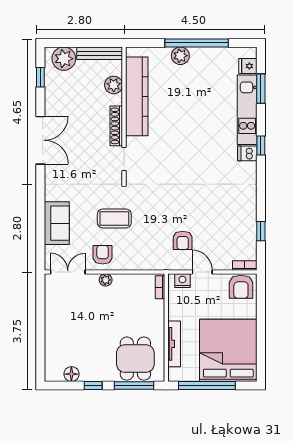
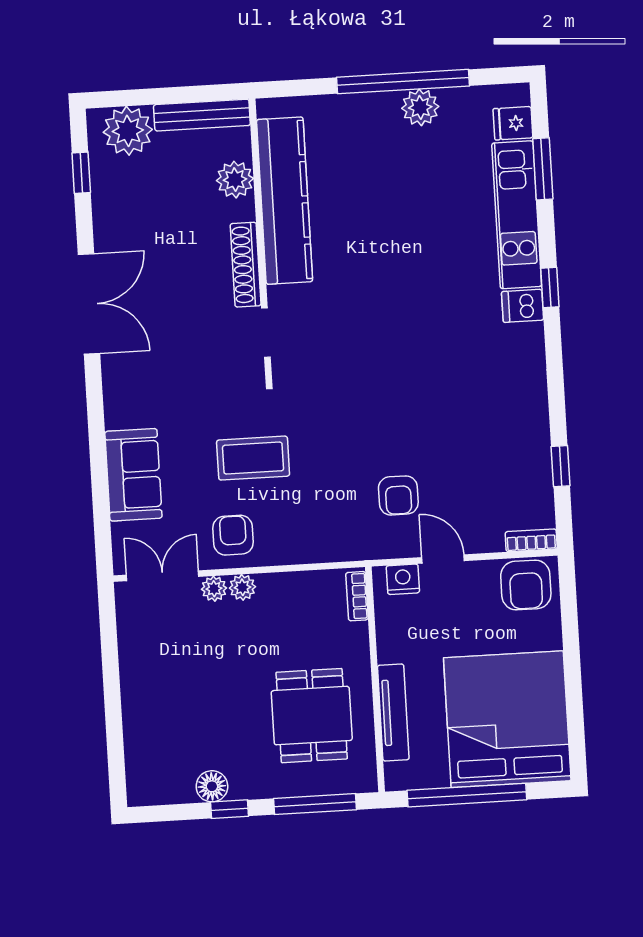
plant: (180, 56) -> (420, 107), moved
plant: (92, 280) -> (214, 589), added
dining table: (135, 359) -> (312, 716), moved
floor lamp: (71, 374) -> (212, 786), moved

